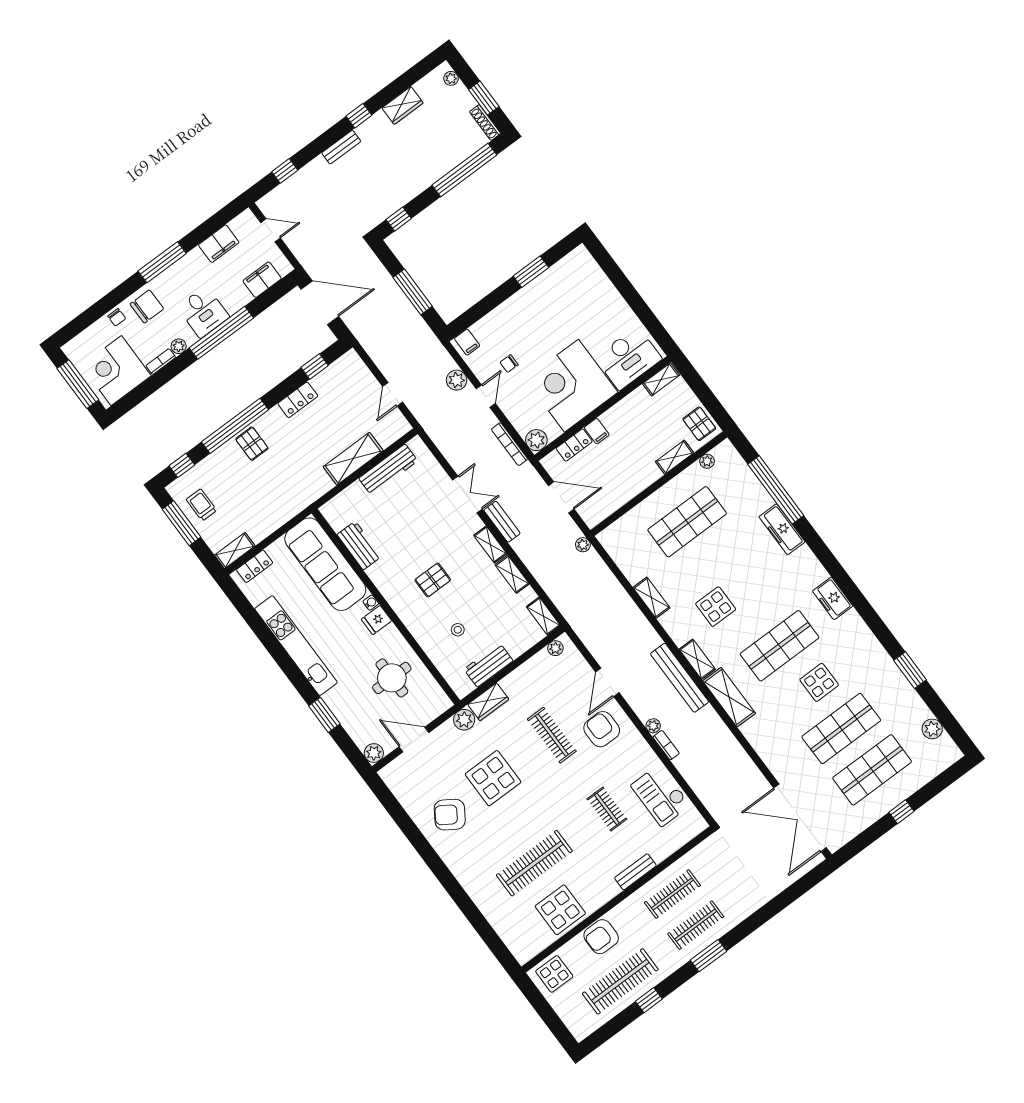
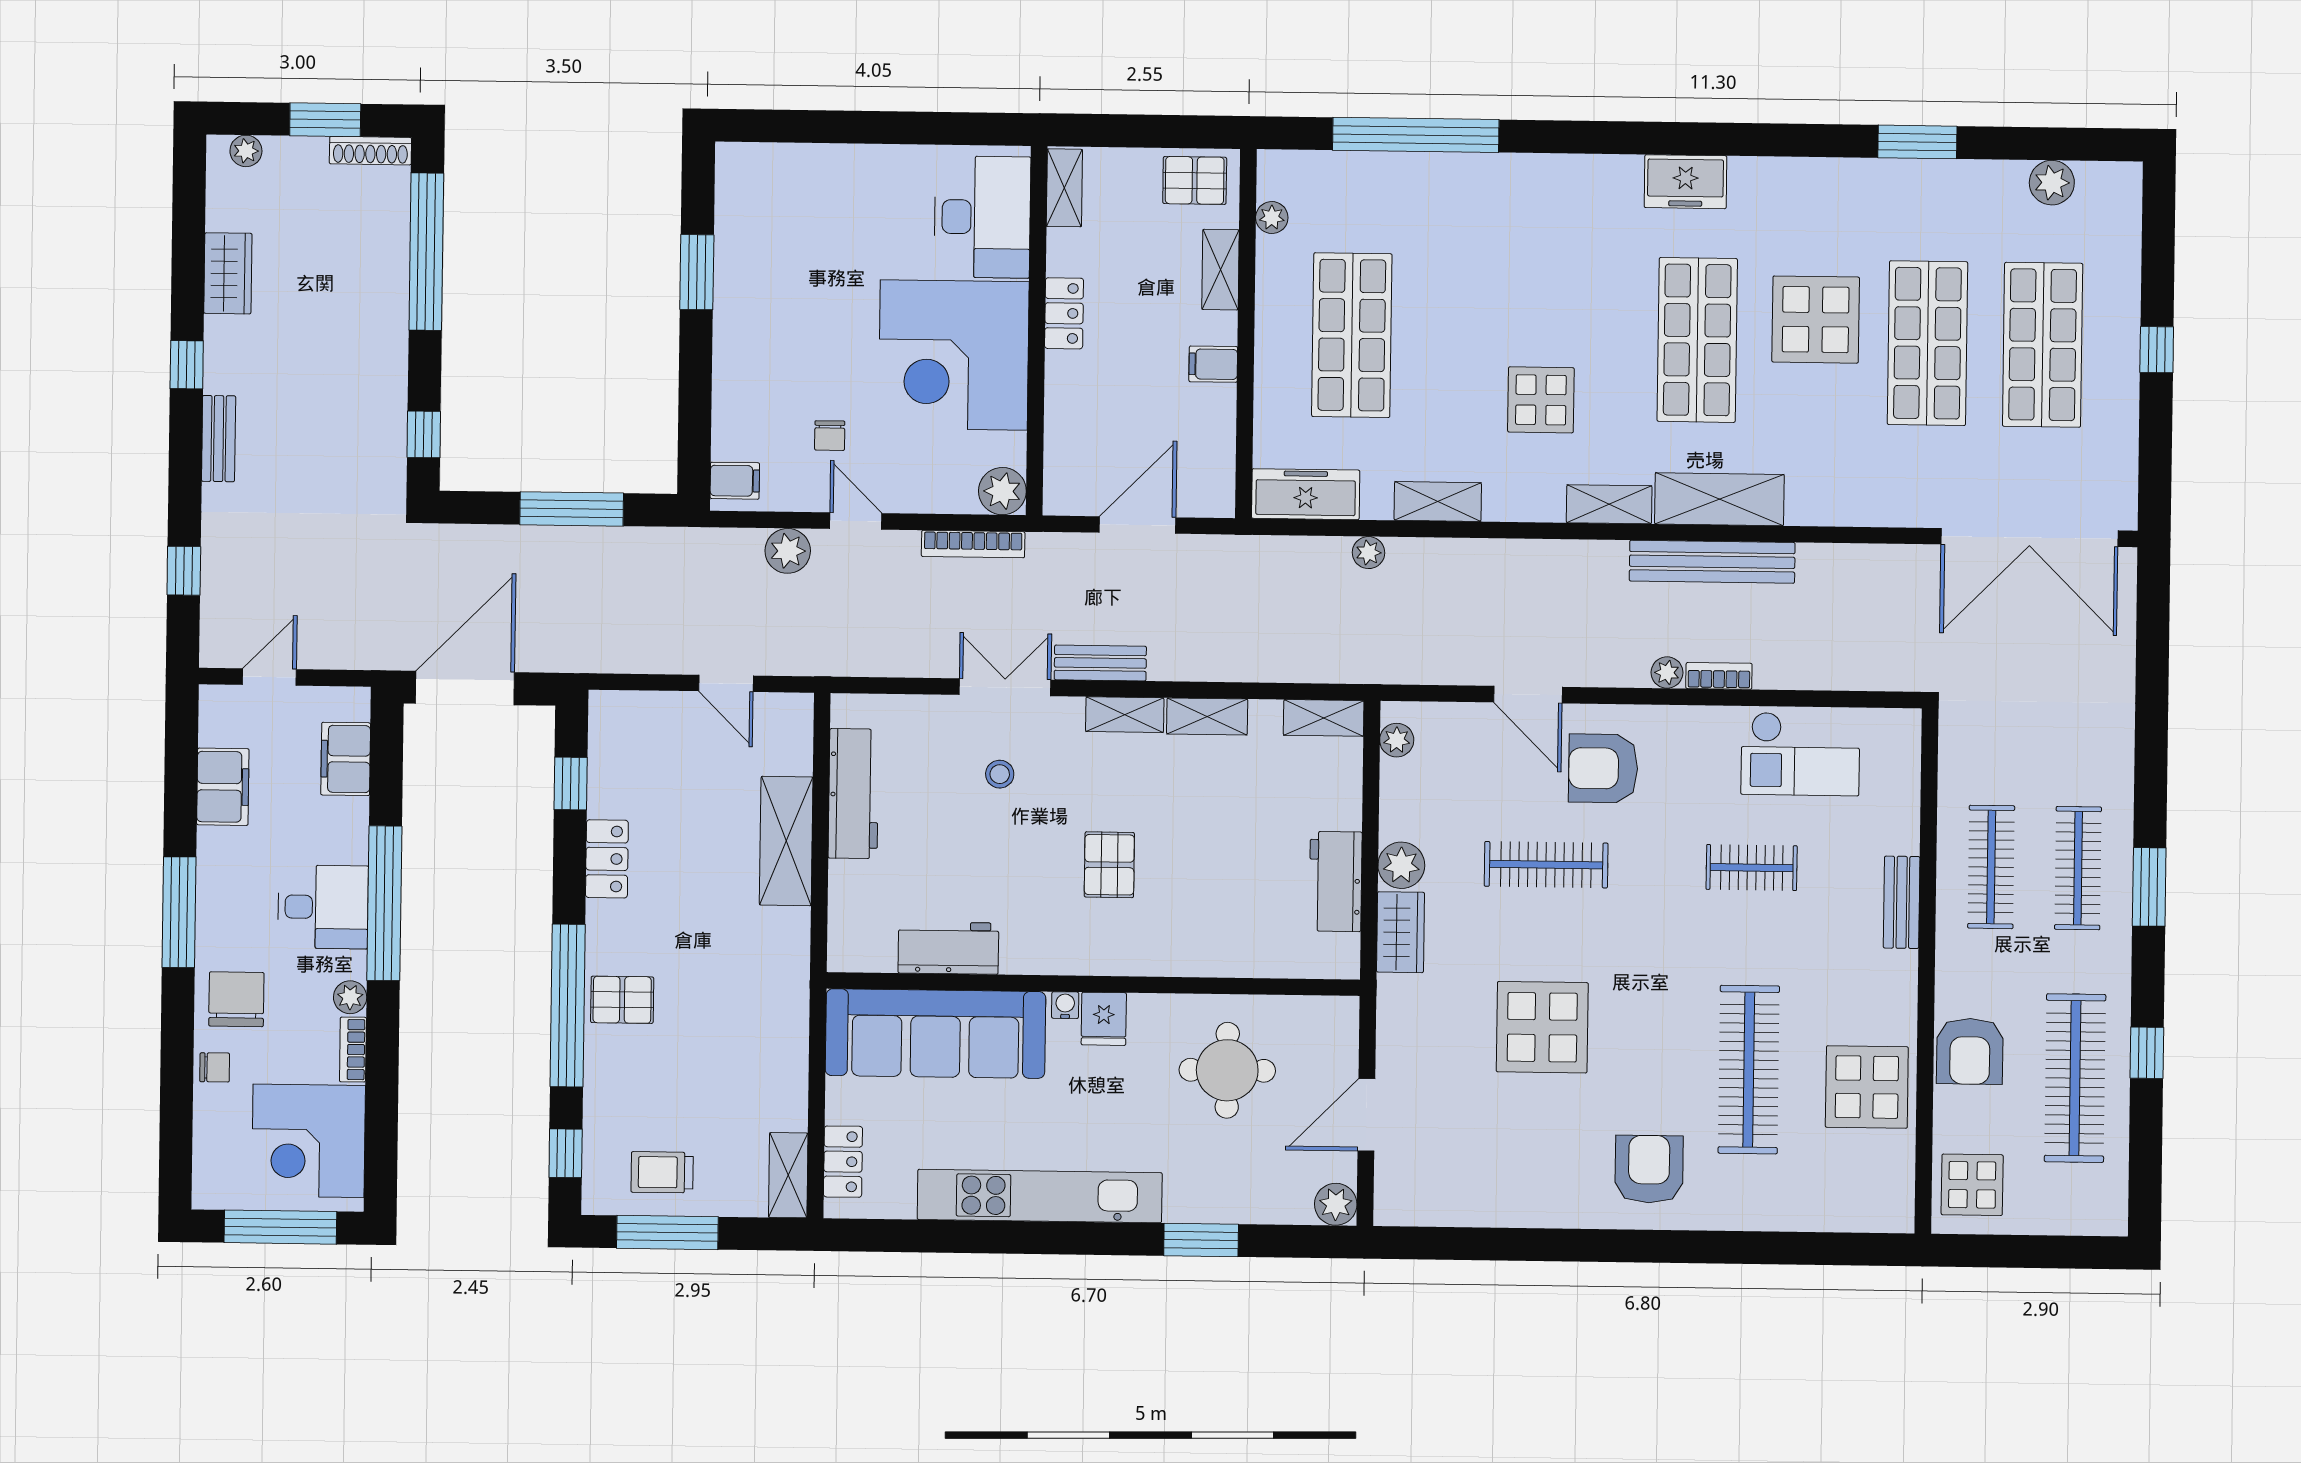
filing cabinet: (597, 431) -> (1213, 364), moved, turned 180
locker: (574, 445) -> (1064, 313), moved
freezer: (782, 529) -> (1306, 494), moved, turned 180
plant: (583, 545) -> (1368, 553), moved
stool: (458, 630) -> (1000, 774), moved
bench: (680, 678) -> (1712, 562), moved
display table: (819, 682) -> (1816, 320), width x1.36, depth x1.36
plant: (464, 720) -> (1401, 865), moved
armchair: (450, 815) -> (1649, 1169), moved, turned 147

